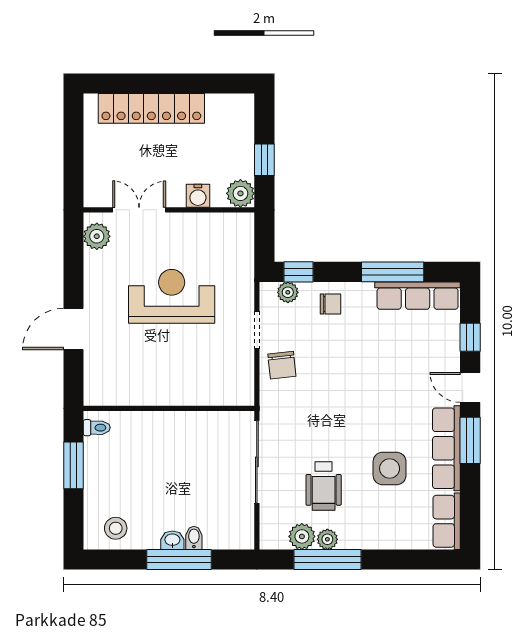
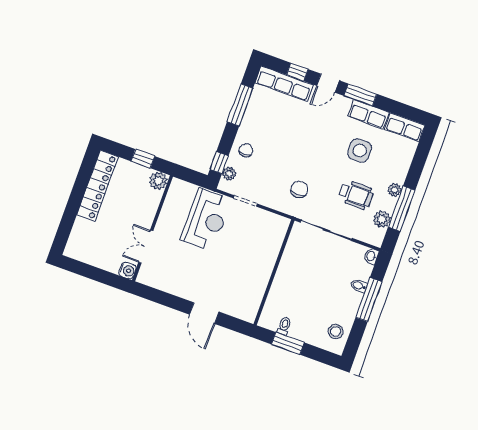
locker: (151, 108) -> (97, 186), moved
water cooler: (198, 196) -> (127, 270), moved
plant: (97, 236) -> (153, 278), removed
reception desk: (172, 296) -> (206, 220), moved, turned 180
row of seats: (418, 296) -> (284, 84), moved, turned 90
chair: (282, 365) -> (299, 189), moved, turned -84
toilet: (97, 428) -> (284, 326), moved
row of seats: (446, 448) -> (368, 114), width x0.68
plant: (327, 539) -> (394, 190), moved
washbasin: (172, 540) -> (371, 256), moved

